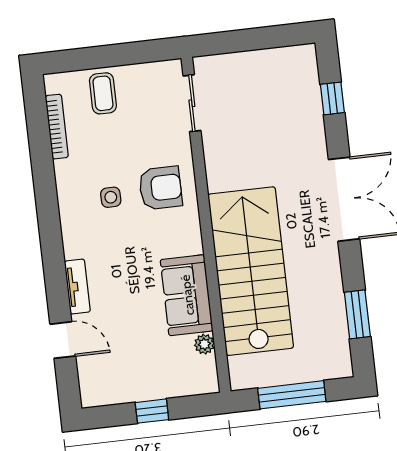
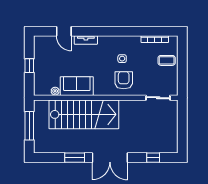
armchair: (160, 188) -> (124, 80), turned 180
window: (357, 314) -> (75, 158), moved
door: (63, 340) -> (64, 31), hinge flipped

